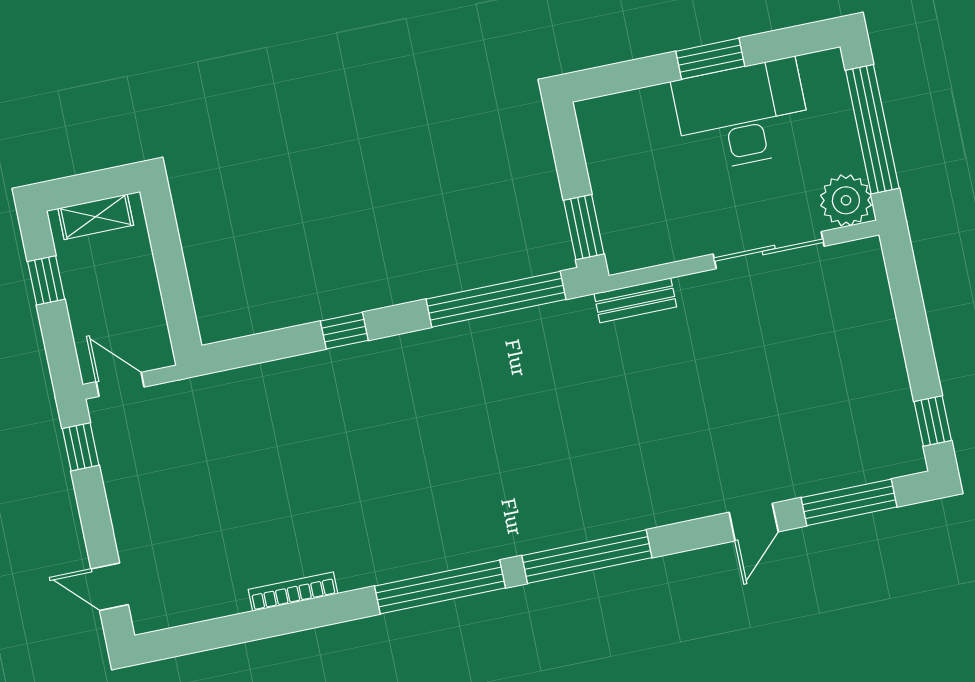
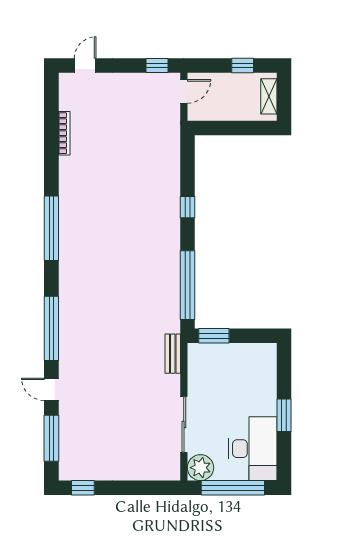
desk: (742, 115) -> (253, 449), moved
window: (587, 557) -> (51, 328), moved
bookcase: (293, 592) -> (64, 133), moved

